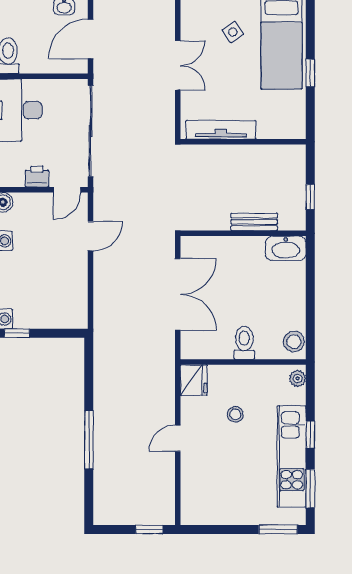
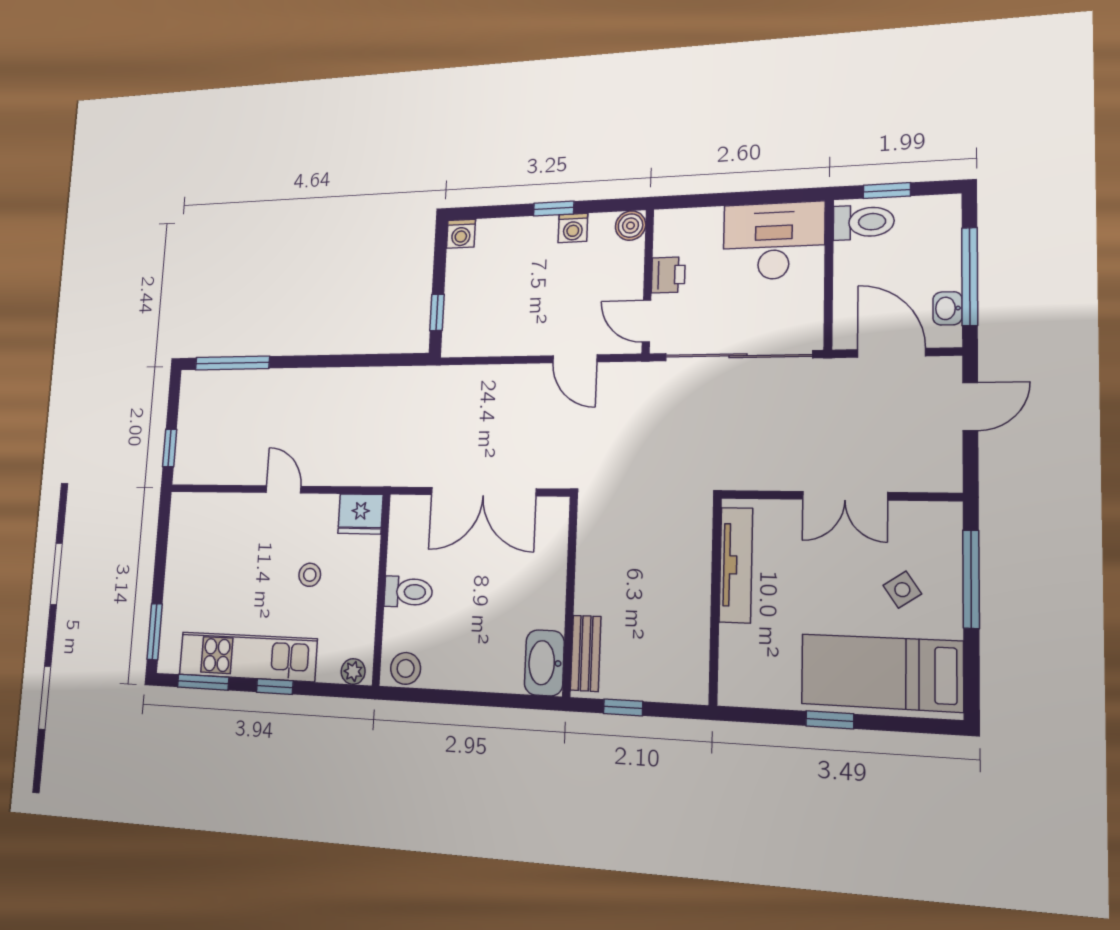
bench: (254, 222) -> (586, 653), moved
window: (17, 333) -> (437, 312), moved
window: (89, 440) -> (232, 363), moved

